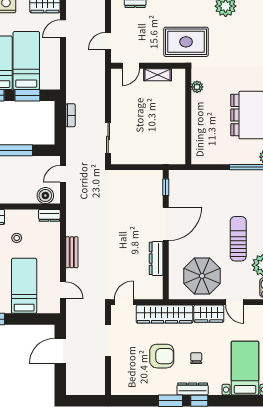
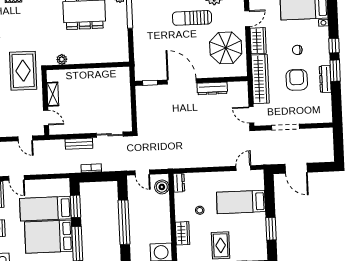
bench: (72, 252) -> (79, 144), moved
dresser: (193, 389) -> (325, 79), moved

